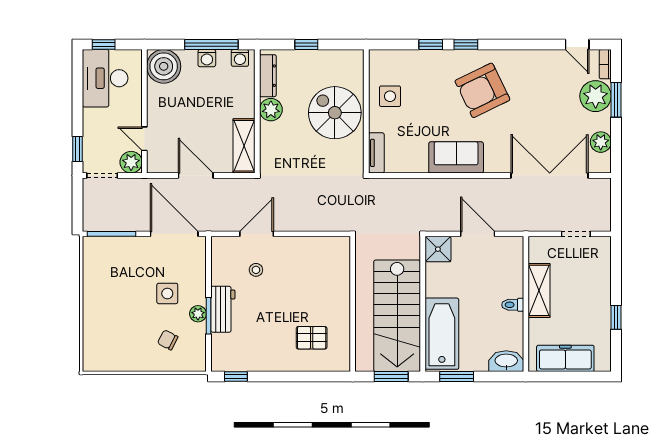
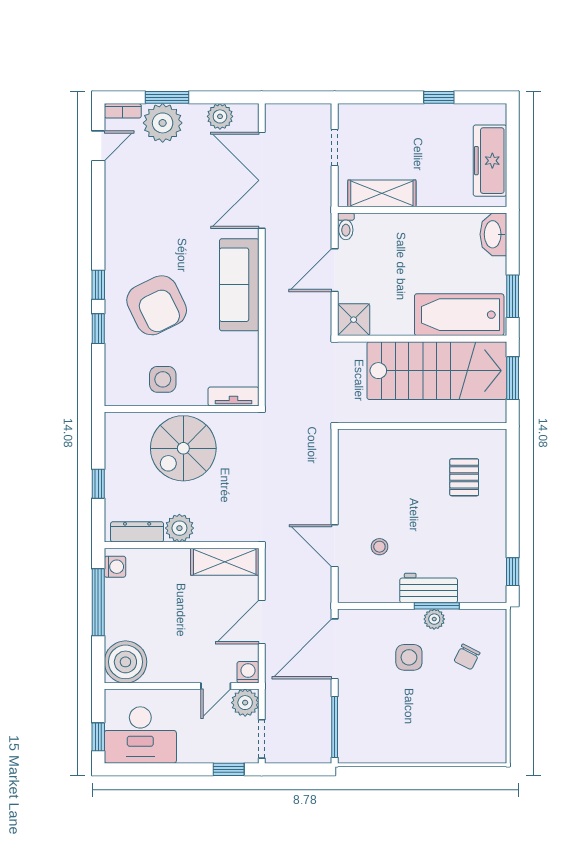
washing machine: (207, 58) -> (248, 672), moved, turned -90
armchair: (482, 90) -> (157, 305), moved
sofa: (456, 157) -> (239, 285), width x1.36
shelving: (539, 290) -> (382, 193), moved
toilet: (513, 305) -> (346, 226), moved

